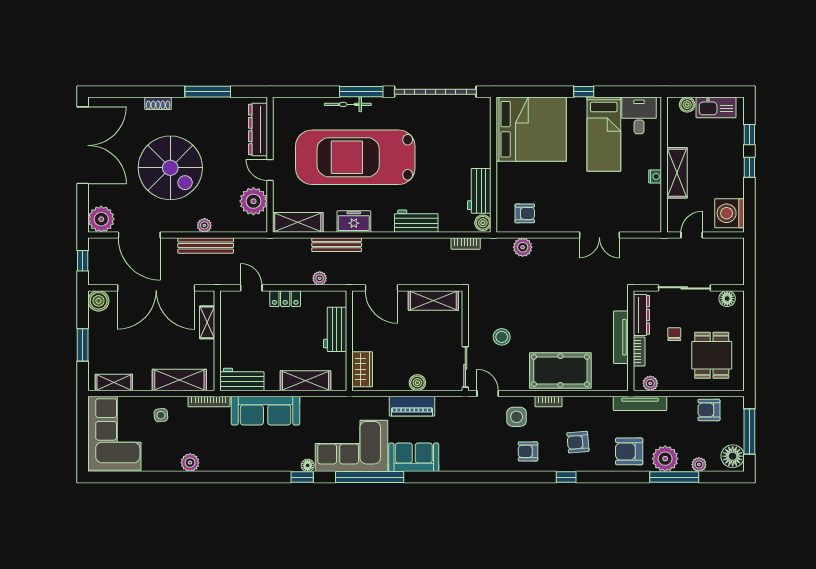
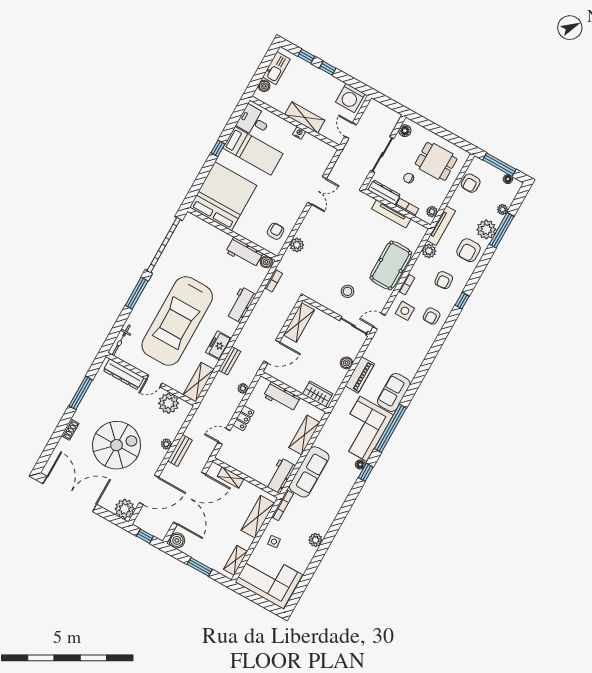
bicycle: (348, 104) -> (121, 340), moved
bench: (337, 245) -> (230, 361), width x0.73
bench: (206, 246) -> (180, 451), width x0.73
plant: (602, 406) -> (429, 251), added
floor lamp: (733, 456) -> (508, 179), width x0.53, depth x0.53

